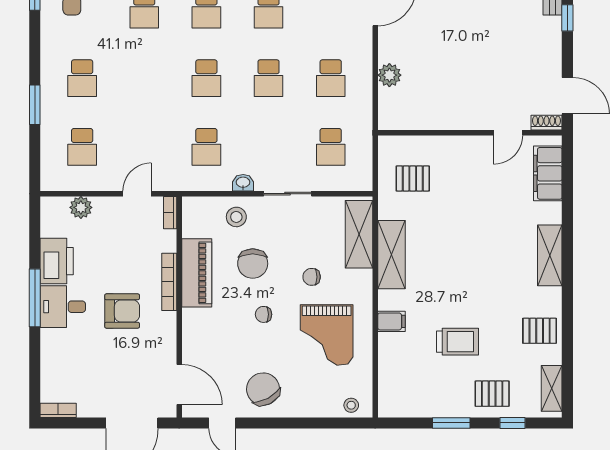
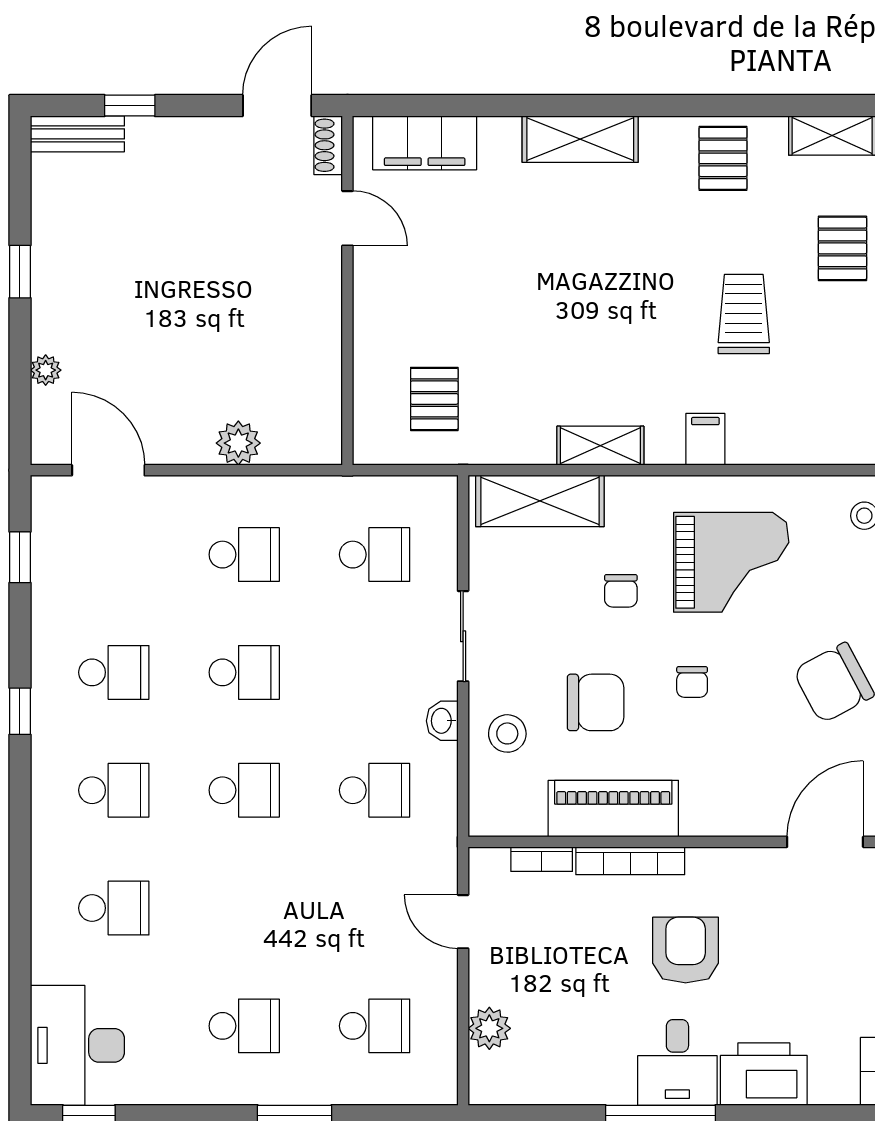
bookcase: (170, 213) -> (542, 859), moved
shelving: (392, 255) -> (600, 446), width x0.67, depth x0.75
printer: (57, 261) -> (764, 1074), moved

